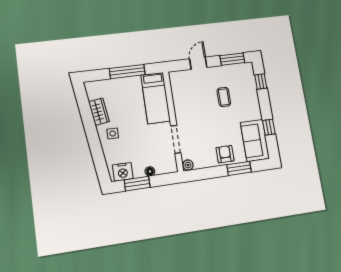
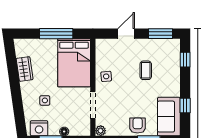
bed: (156, 98) -> (74, 63), width x1.50
side table: (185, 108) -> (106, 76), added
side table: (113, 133) -> (45, 100), moved

